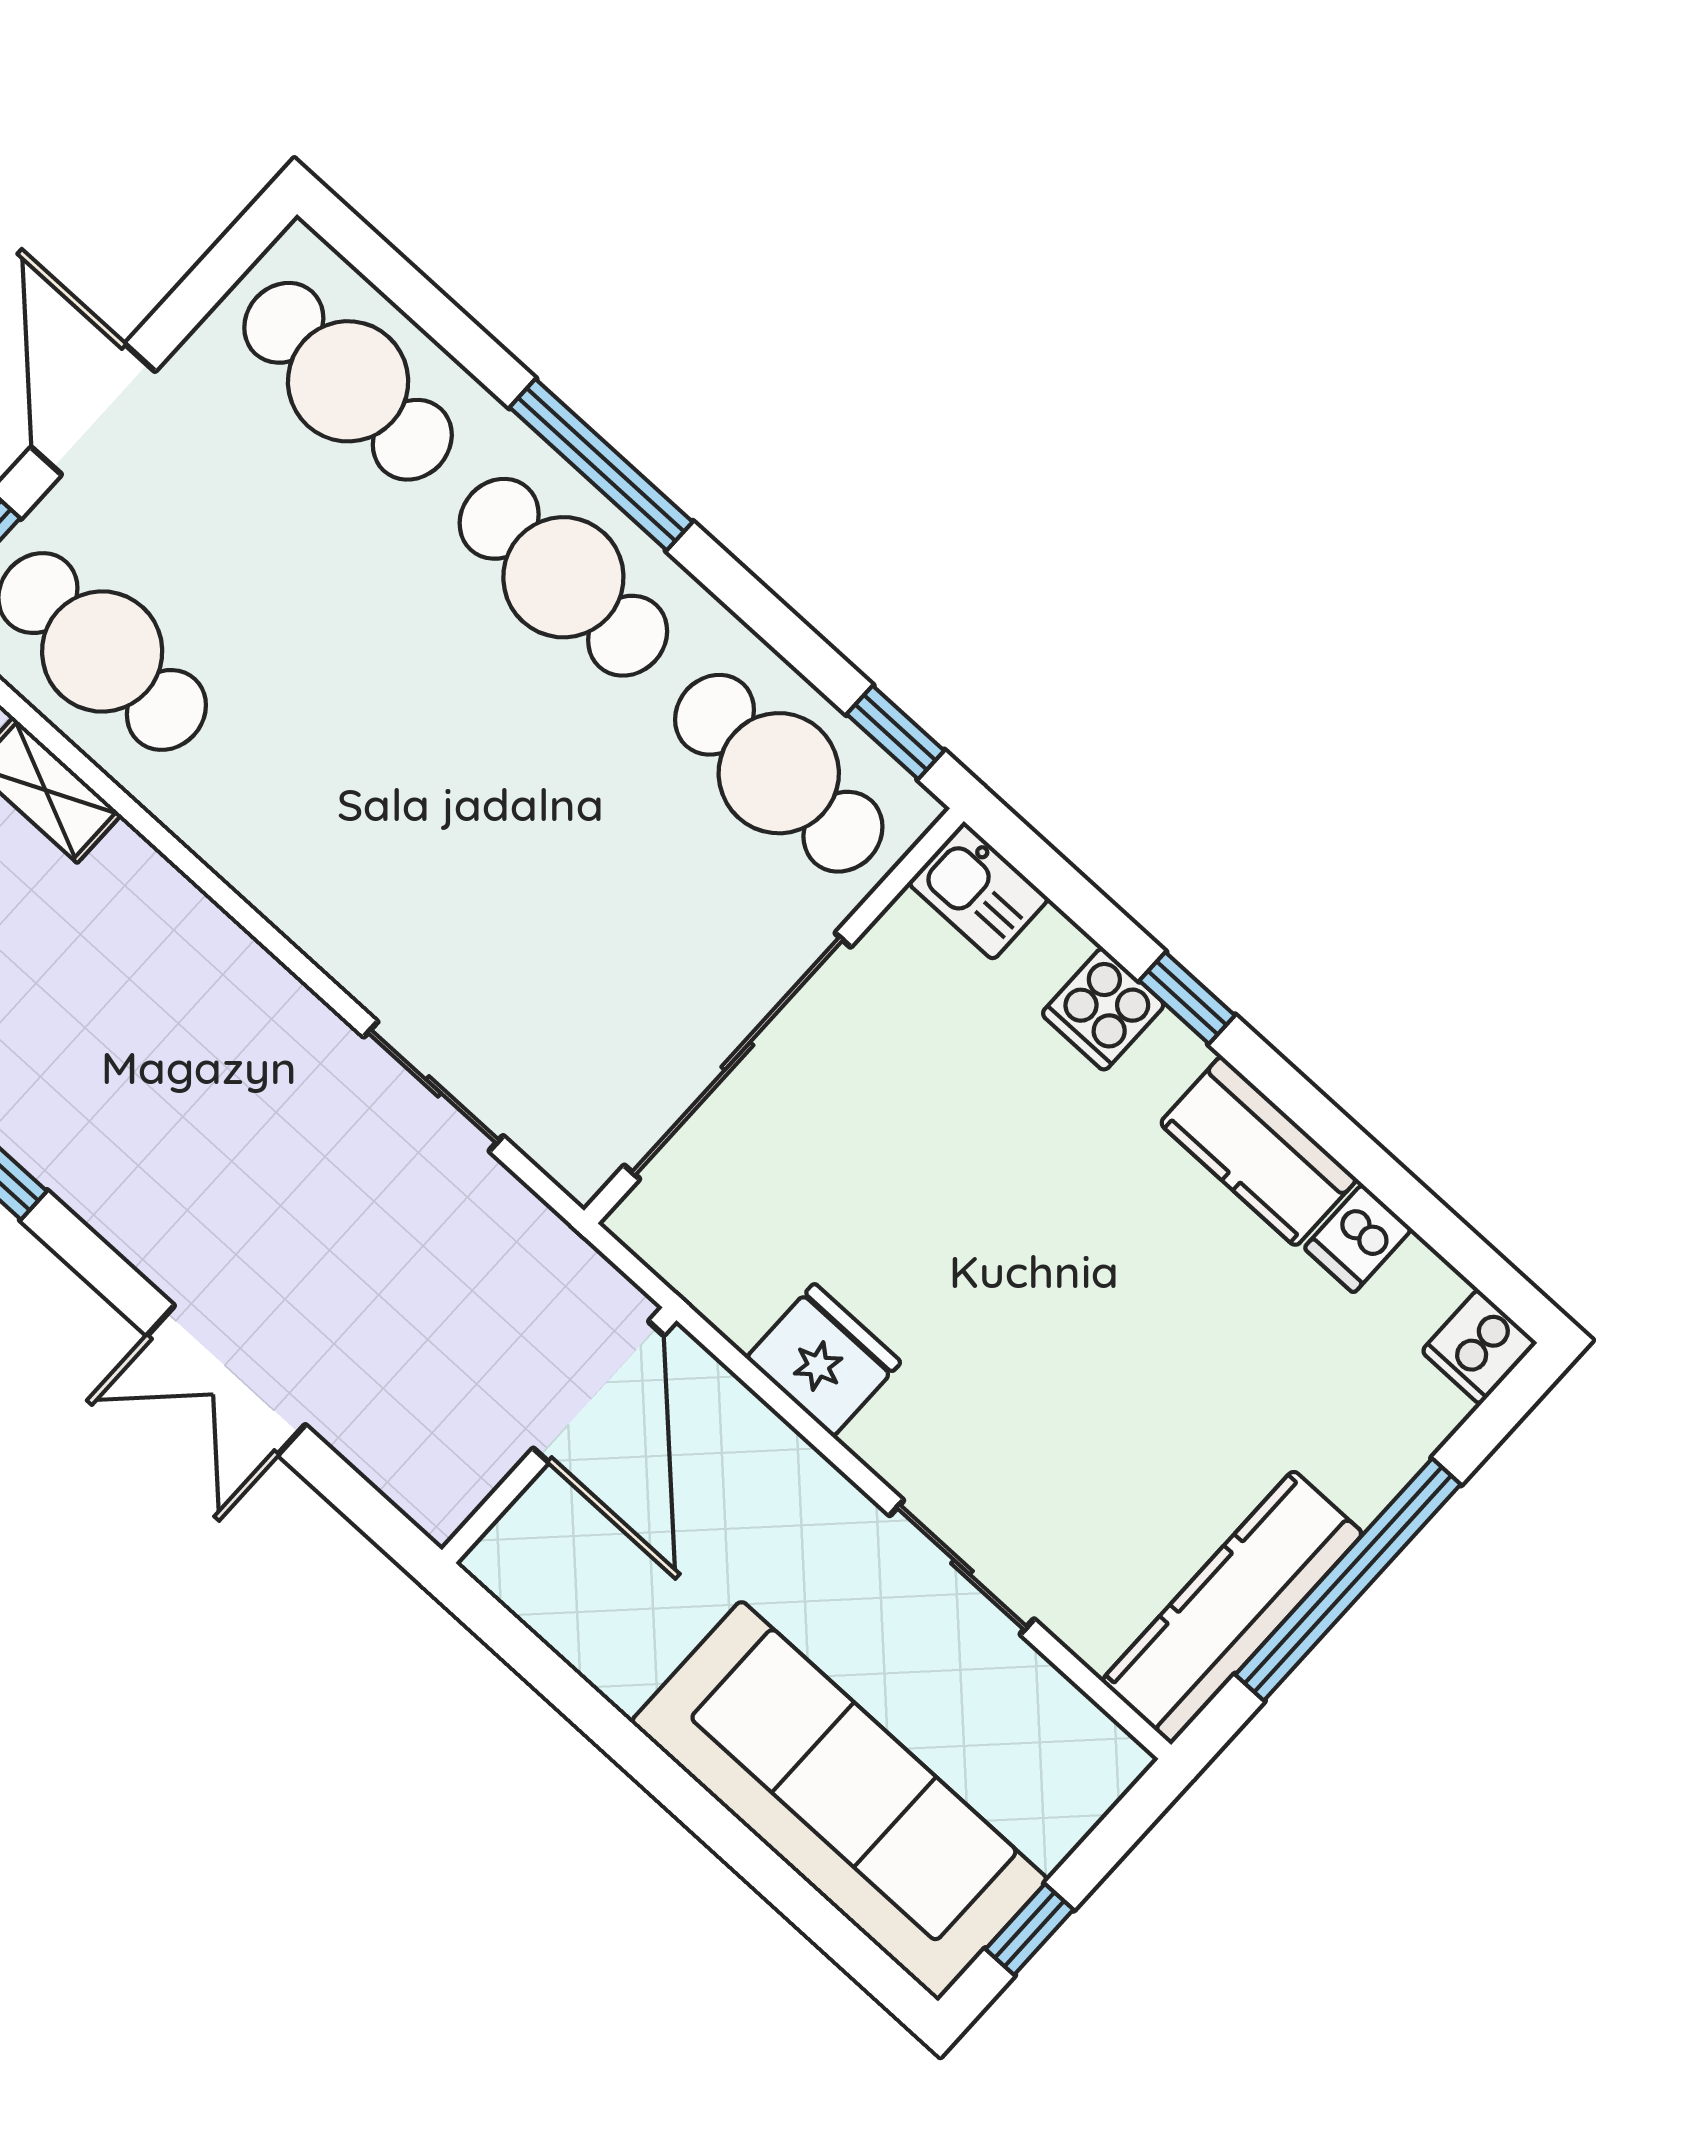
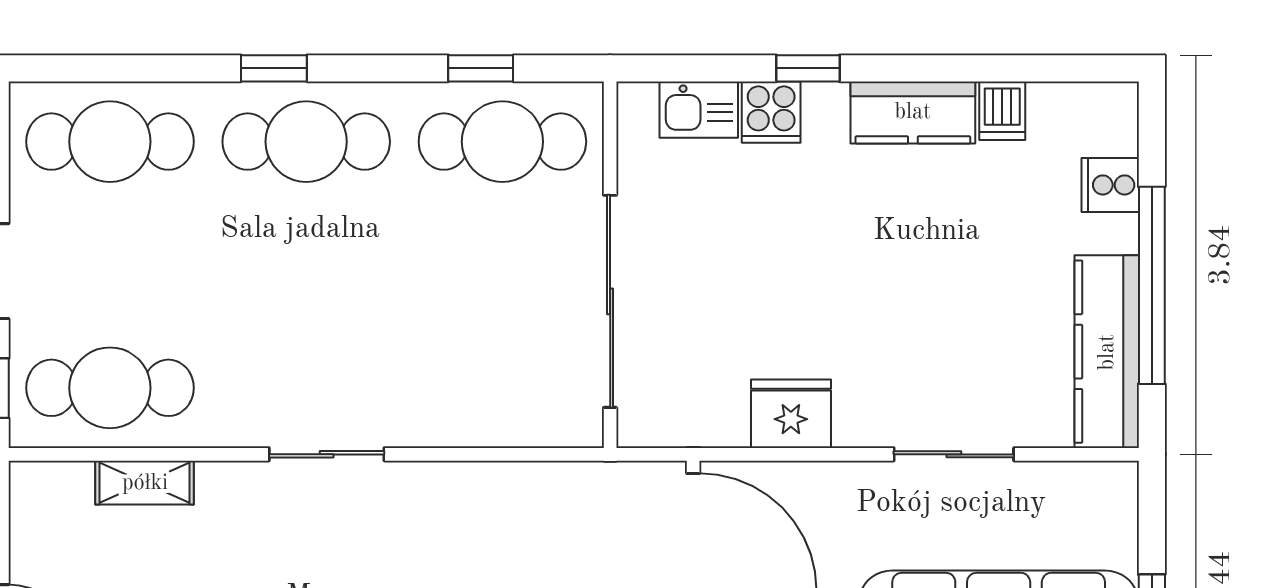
window: (601, 465) -> (274, 68), width x0.46
window: (895, 732) -> (481, 68), moved
kitchen sink: (978, 891) -> (699, 110), moved
sliding door: (433, 1086) -> (327, 454), moved
cooker: (1479, 1347) -> (1110, 185), moved, turned 90

